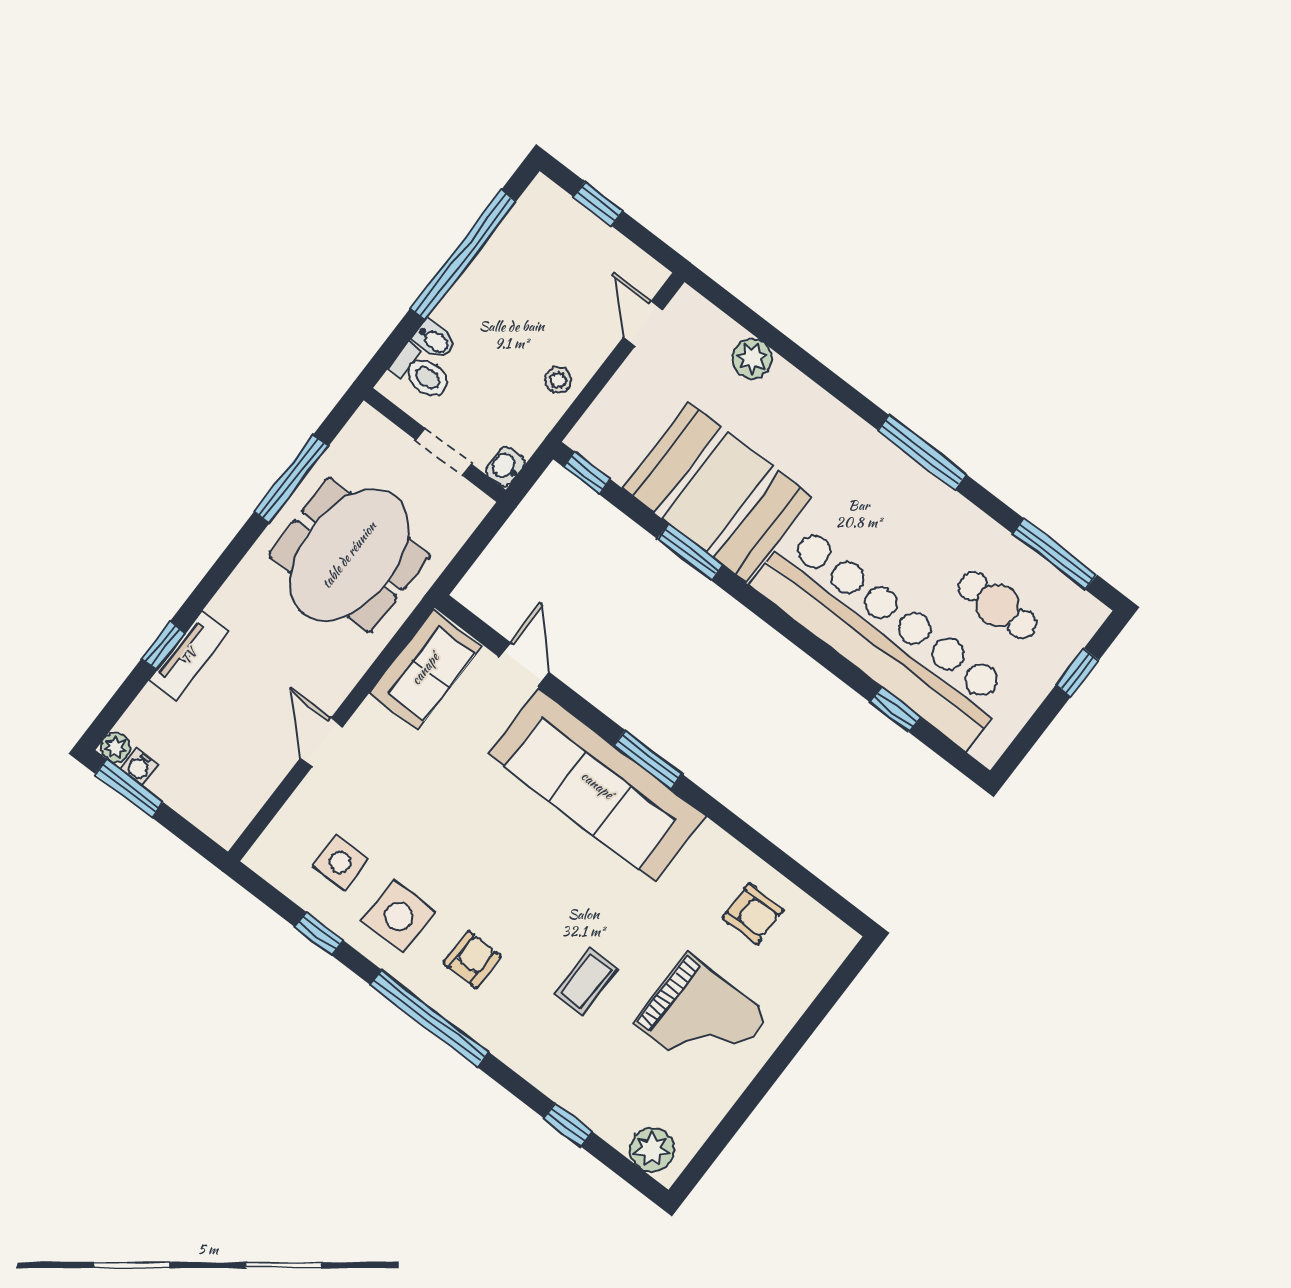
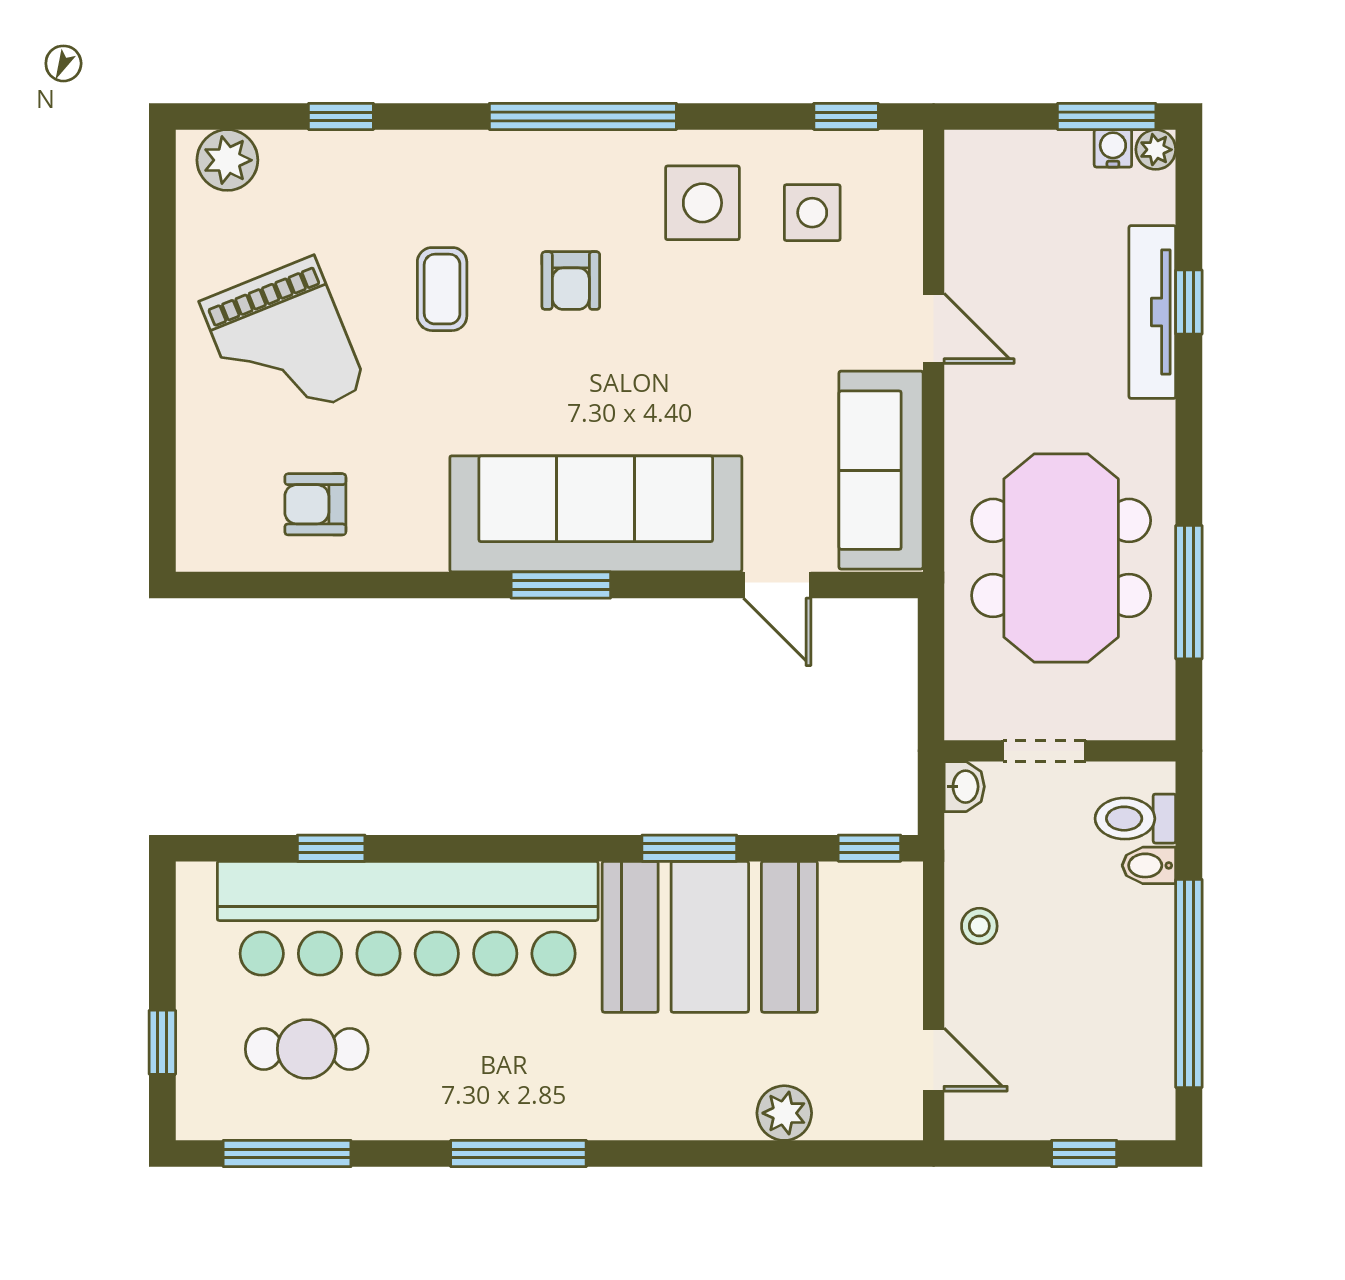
tv unit: (189, 656) -> (1152, 312), width x1.41
sofa: (425, 669) -> (881, 470), width x1.36
window: (319, 934) -> (846, 116), moved
armchair: (472, 960) -> (571, 281), moved
grand piano: (701, 1019) -> (283, 345), turned -112

